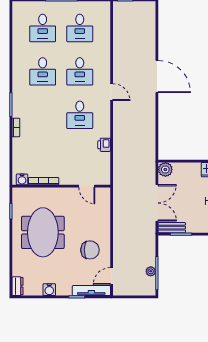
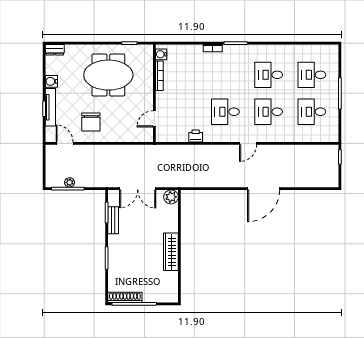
bench: (172, 228) -> (113, 220), moved
tv unit: (91, 291) -> (50, 107), moved

